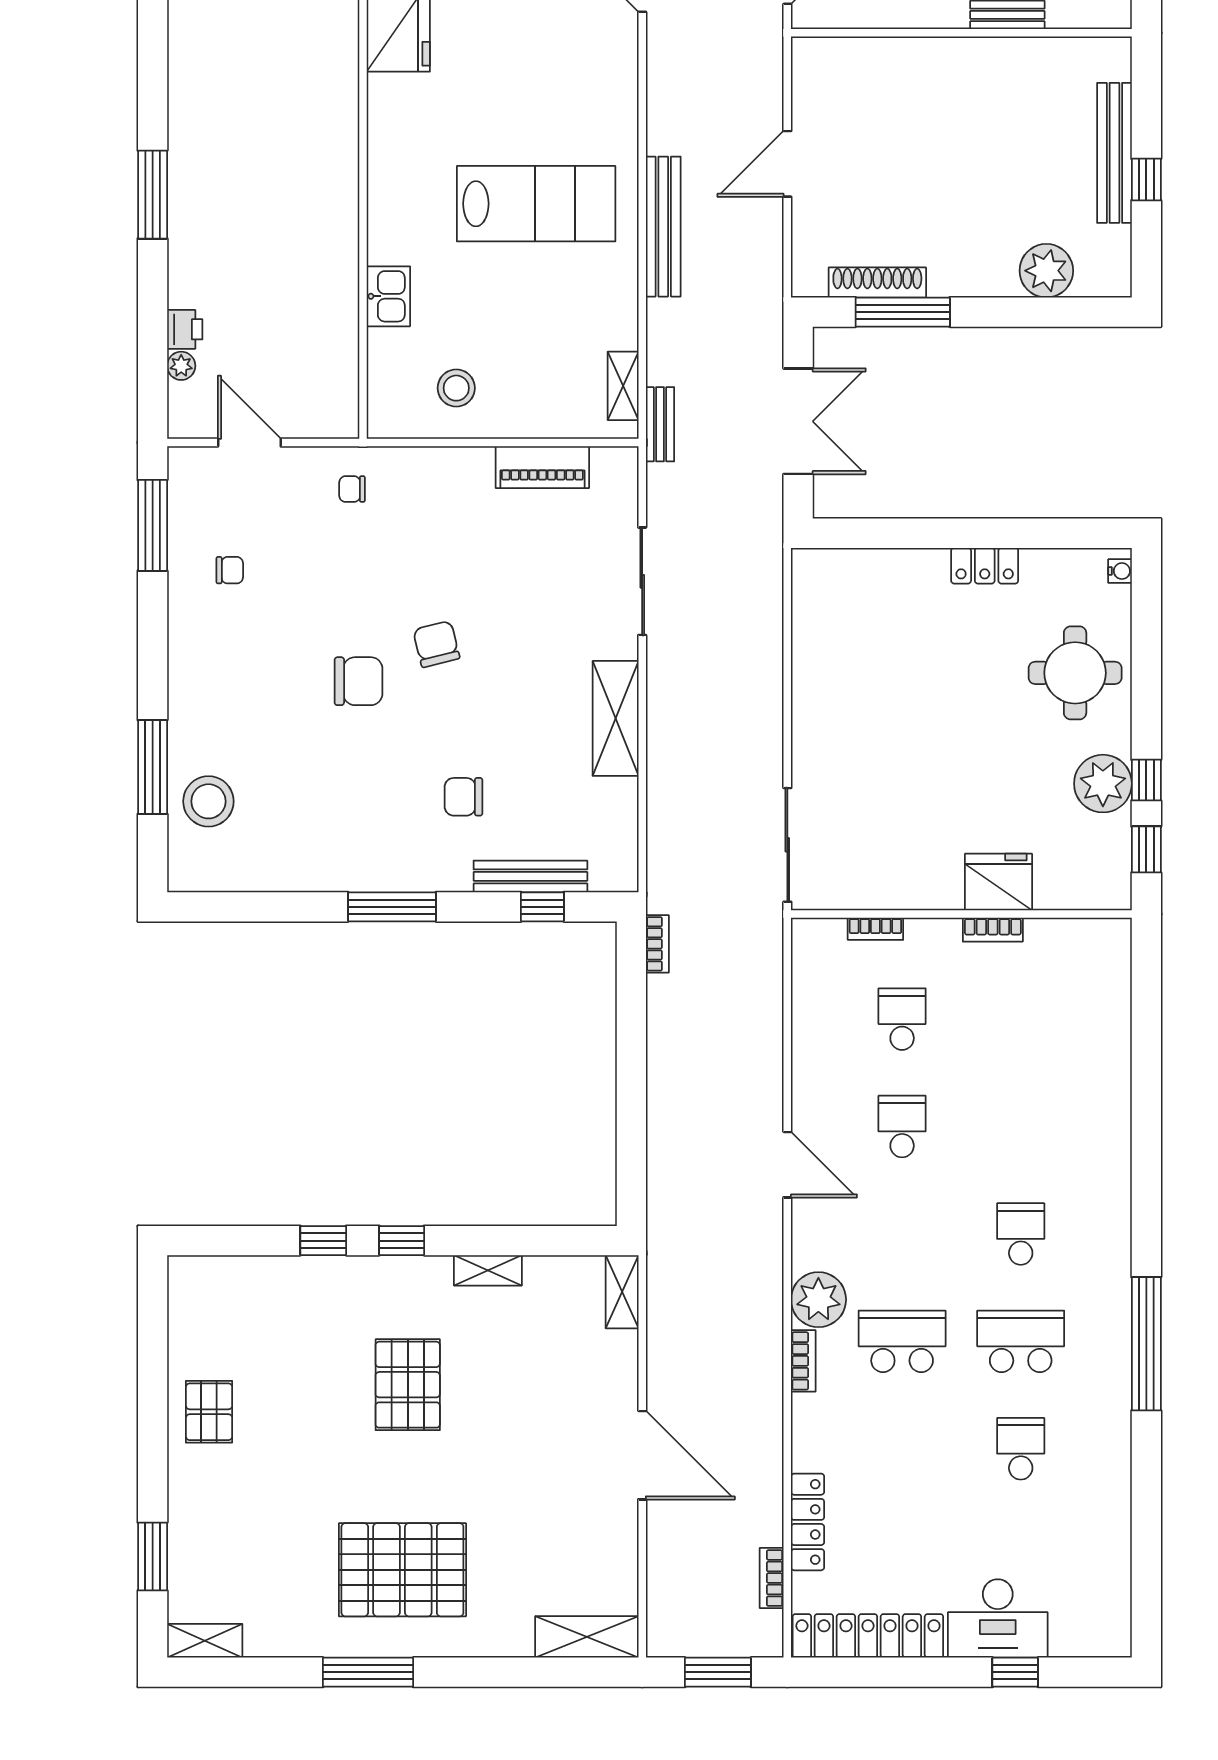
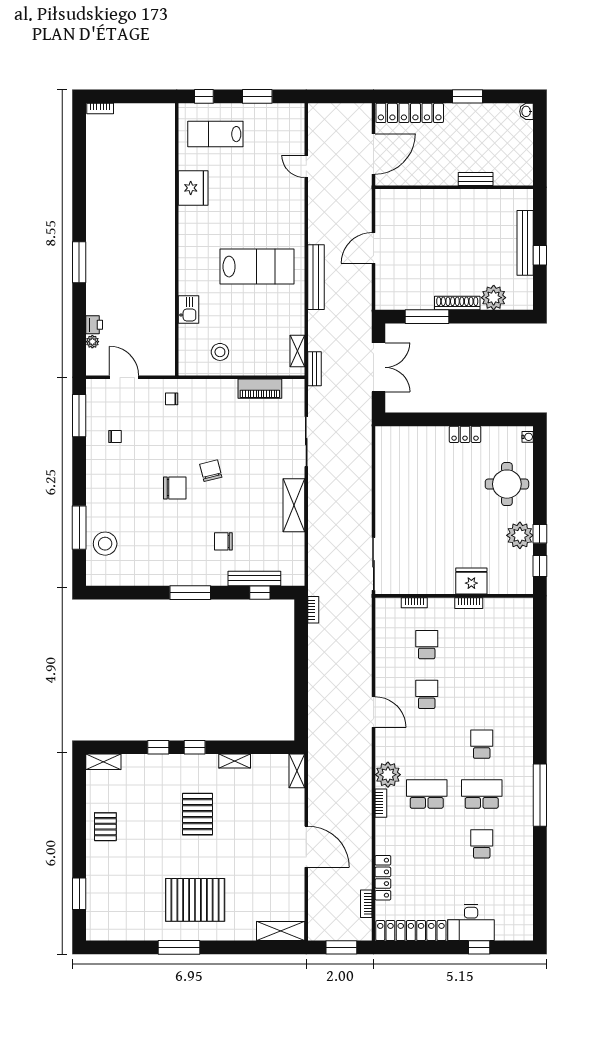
shoe rack: (877, 282) -> (457, 303), moved
shelving: (205, 1641) -> (103, 762), moved

